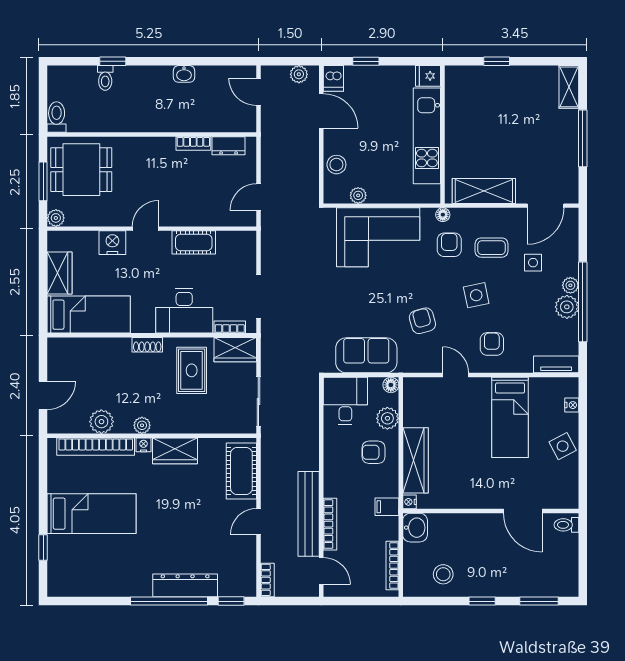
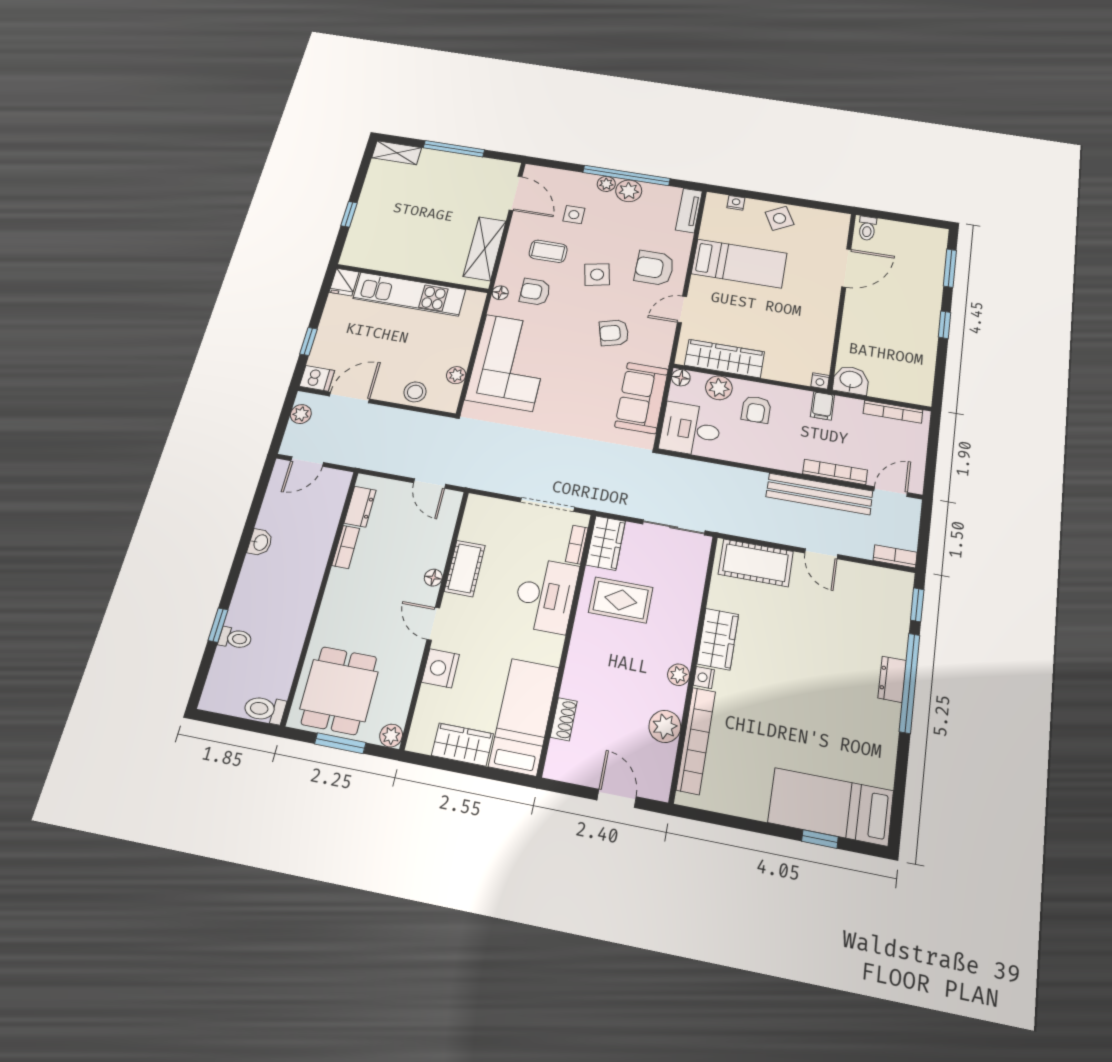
floor lamp: (182, 220) -> (433, 578), added
coffee table: (491, 248) -> (548, 251), turned 90
armchair: (492, 344) -> (654, 268), width x1.38, depth x1.38
shoe rack: (147, 345) -> (564, 719), moved
wardrobe: (415, 460) -> (724, 359), moved
bed: (92, 514) -> (831, 807), moved, turned -90
stool: (443, 574) -> (909, 360), removed
dresser: (185, 585) -> (892, 679), width x0.51, depth x0.80

